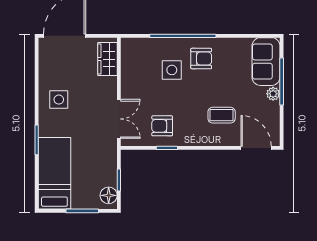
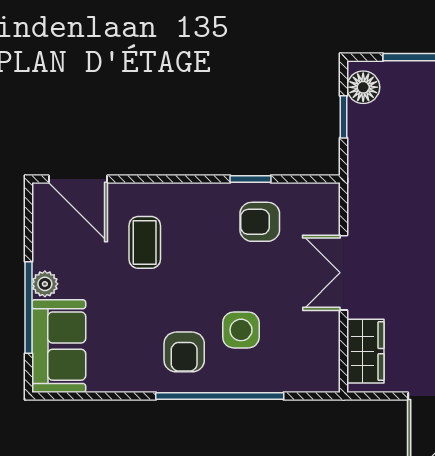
armchair: (201, 59) -> (184, 352), turned -90
coffee table: (222, 115) -> (145, 242), turned 90
double door: (119, 119) -> (344, 273), moved
armchair: (162, 126) -> (260, 222), turned 180

